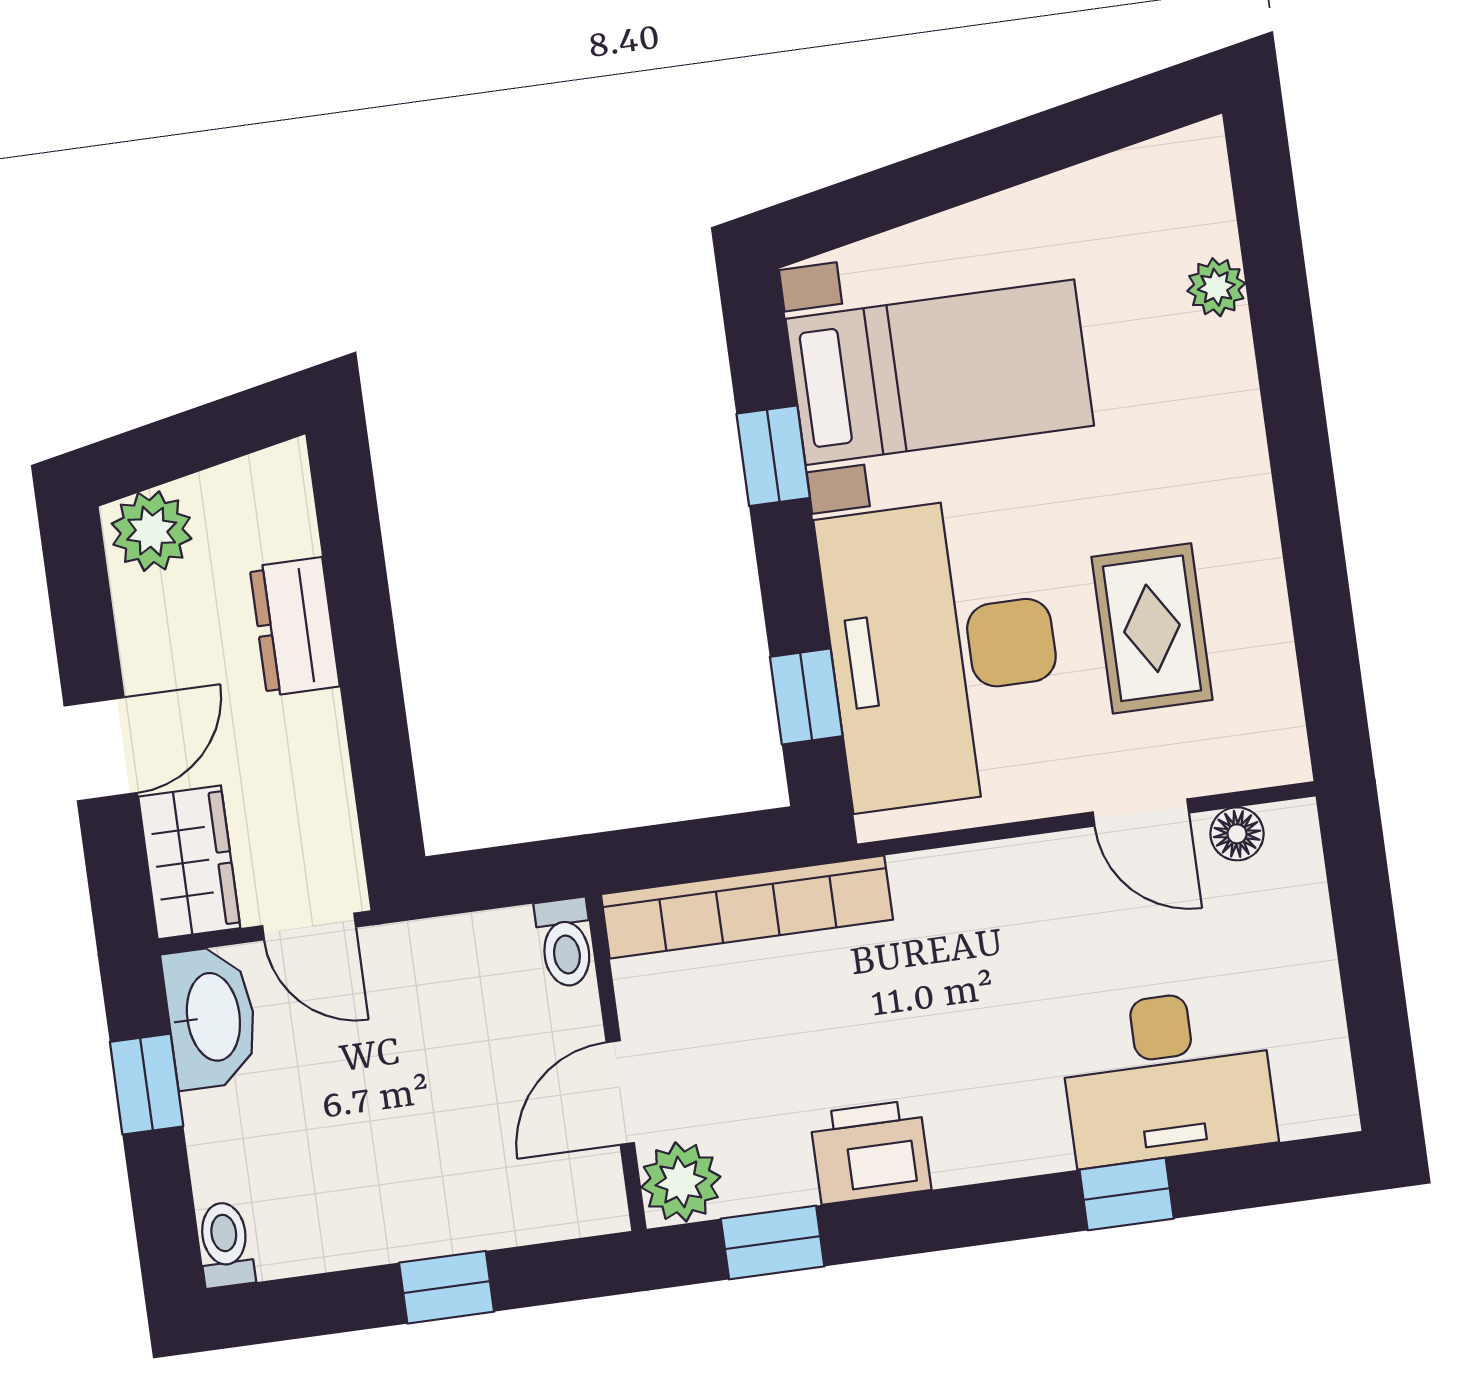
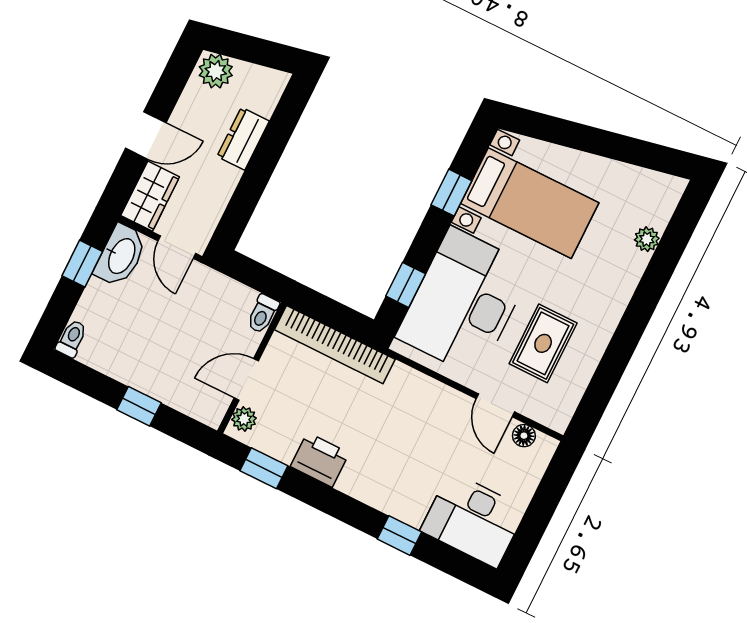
desk: (1167, 1077) -> (473, 520), moved
plant: (681, 1182) -> (244, 419), width x0.73, depth x0.73

